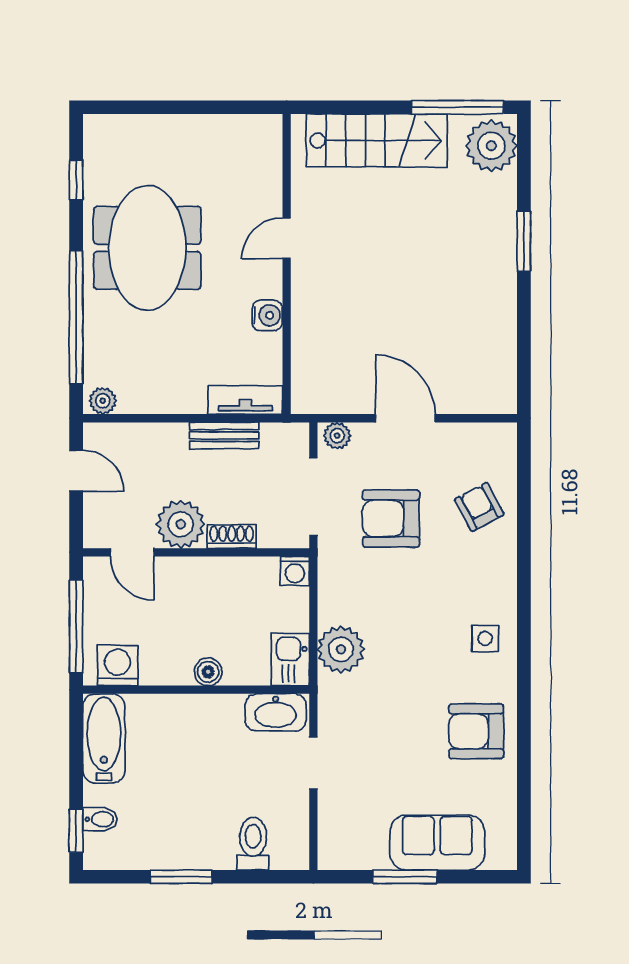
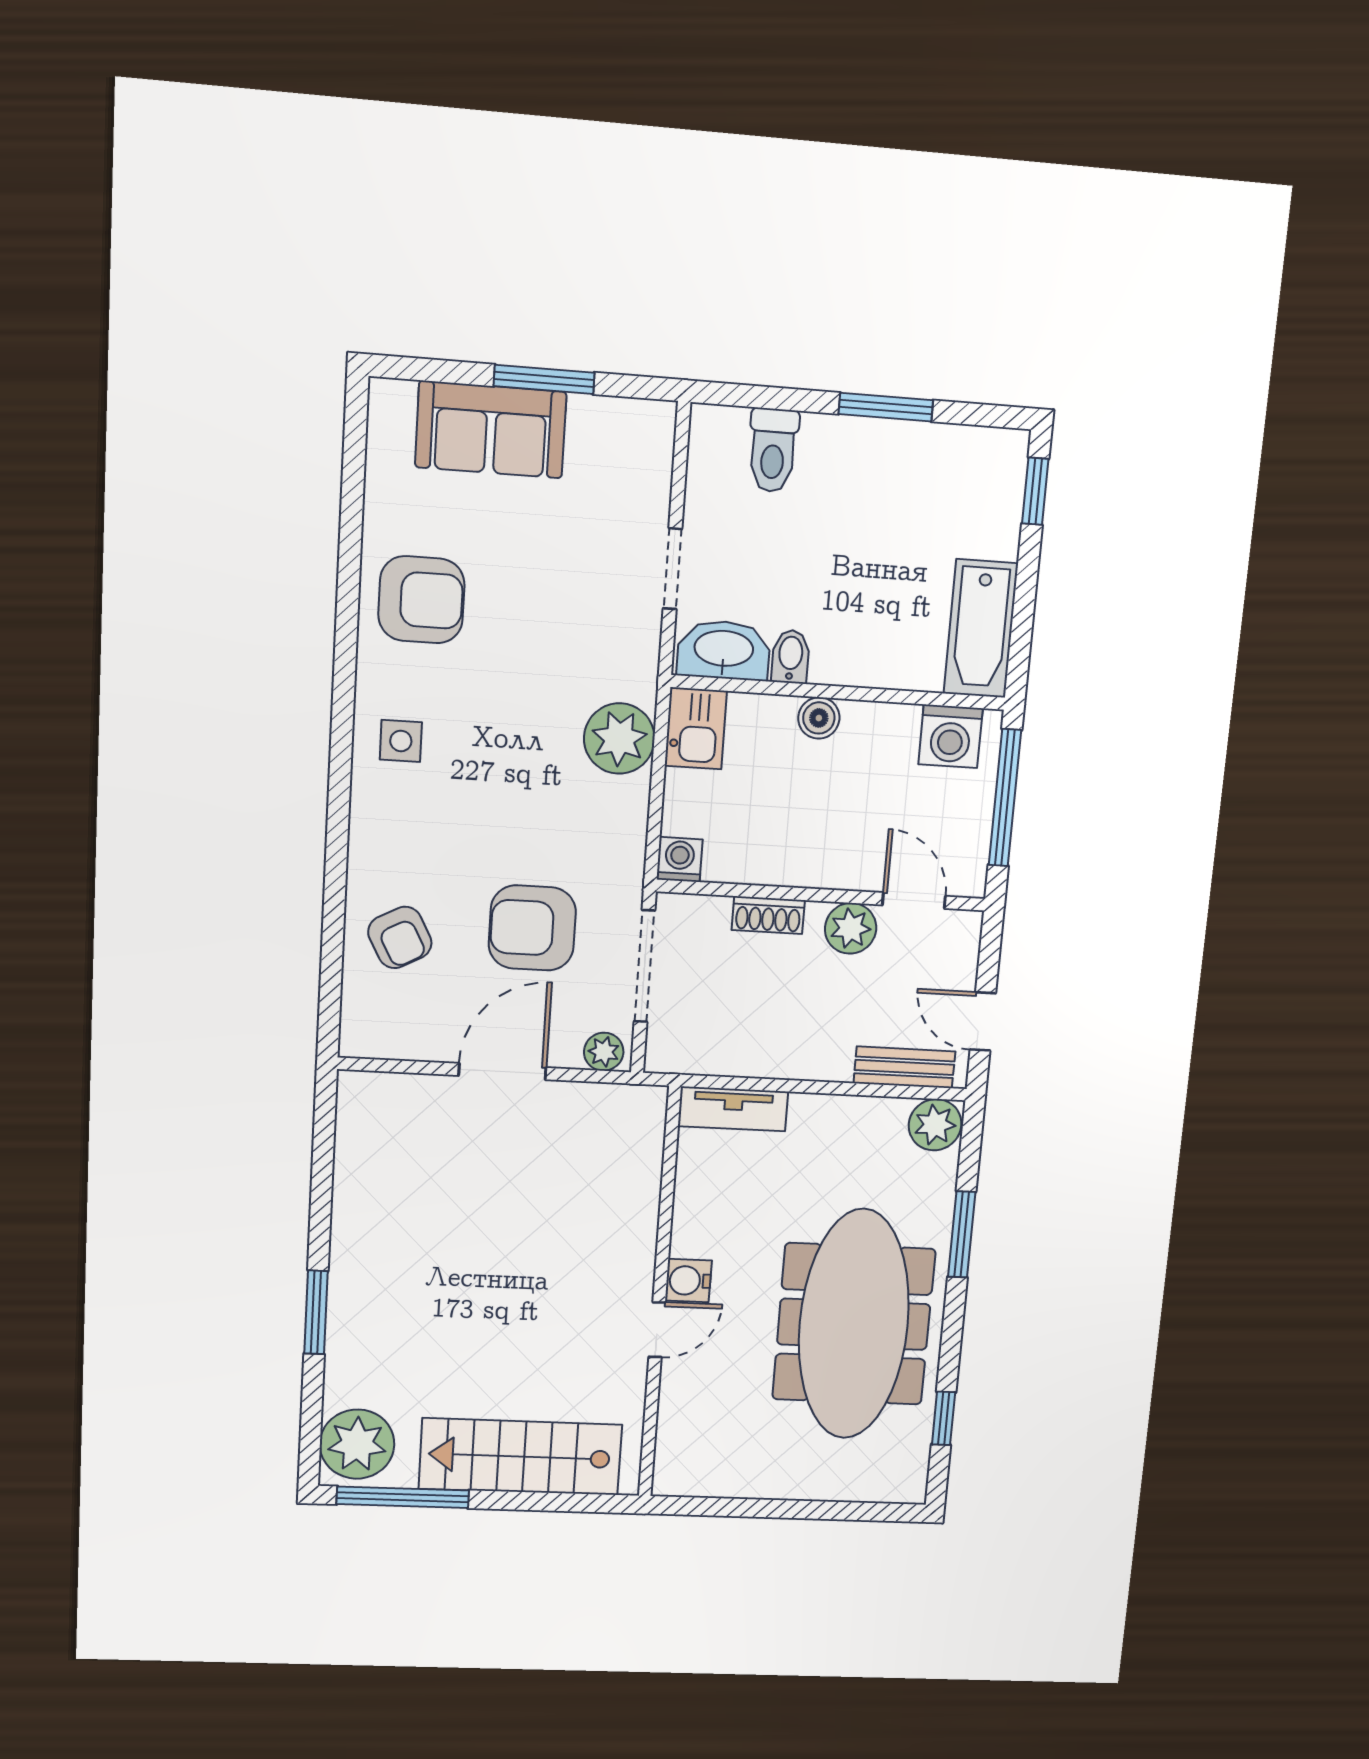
meeting table: (147, 248) -> (854, 1324), width x1.36
water cooler: (267, 315) -> (688, 1281), moved
window: (76, 317) -> (962, 1234), width x0.47
plant: (103, 401) -> (935, 1125), width x1.38, depth x1.38
door: (405, 418) -> (502, 1072), swing flipped
bench: (224, 436) -> (904, 1067), moved
armchair: (391, 518) -> (532, 928), turned 180
plant: (181, 524) -> (851, 928), width x0.73, depth x0.73
bidet: (100, 819) -> (791, 657), moved, turned 90

